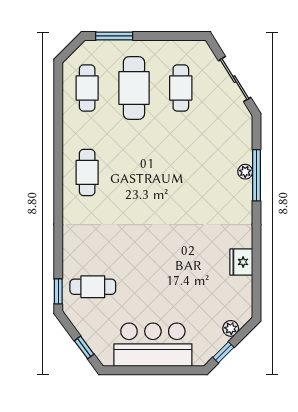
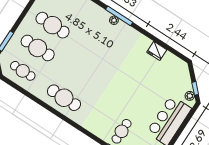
cafe table: (181, 88) -> (53, 25), width x1.37, depth x1.35
cafe table: (87, 172) -> (64, 98), width x1.37, depth x1.35
plant: (231, 328) -> (190, 96), moved

